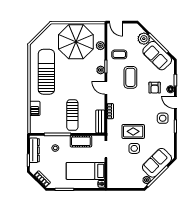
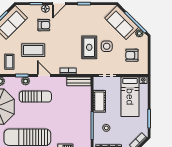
door: (106, 88) -> (44, 76), swing flipped
sun lounger: (72, 115) -> (35, 97), moved
side table: (163, 118) -> (75, 17), removed
armchair: (126, 173) -> (132, 55), added

